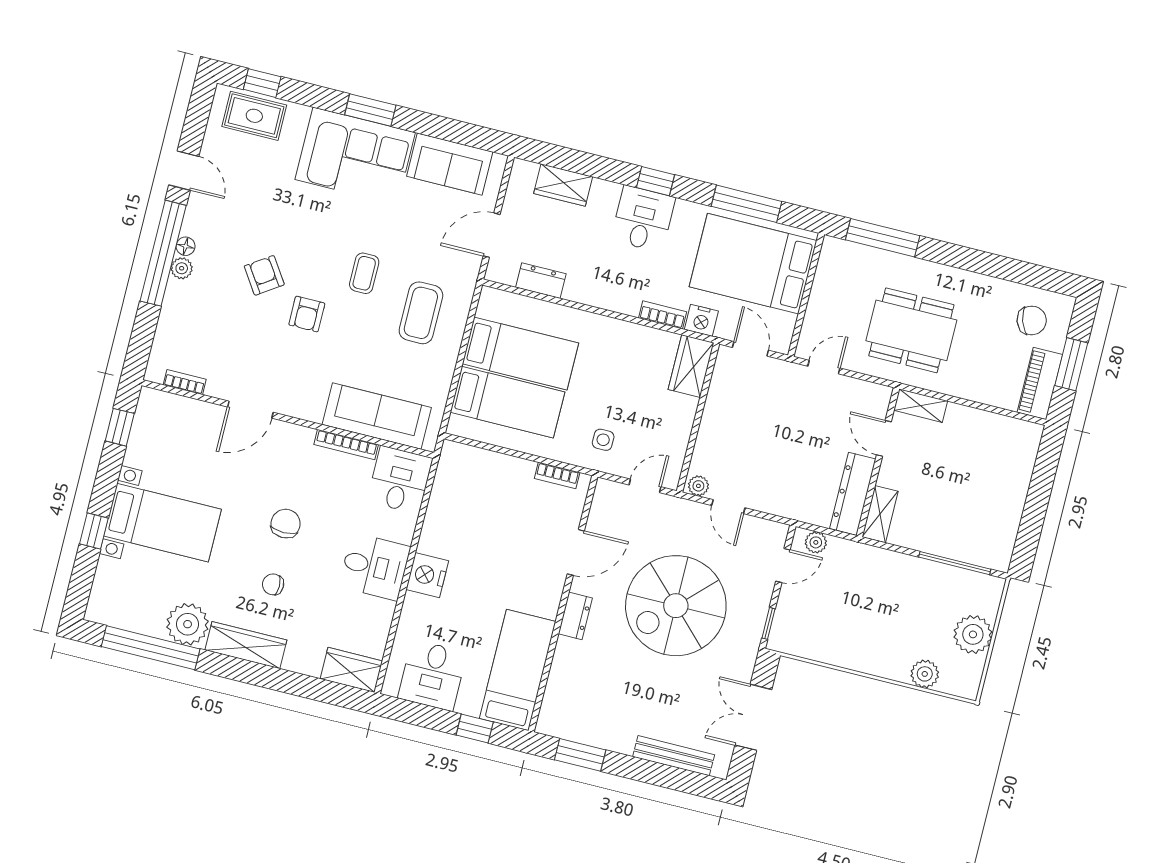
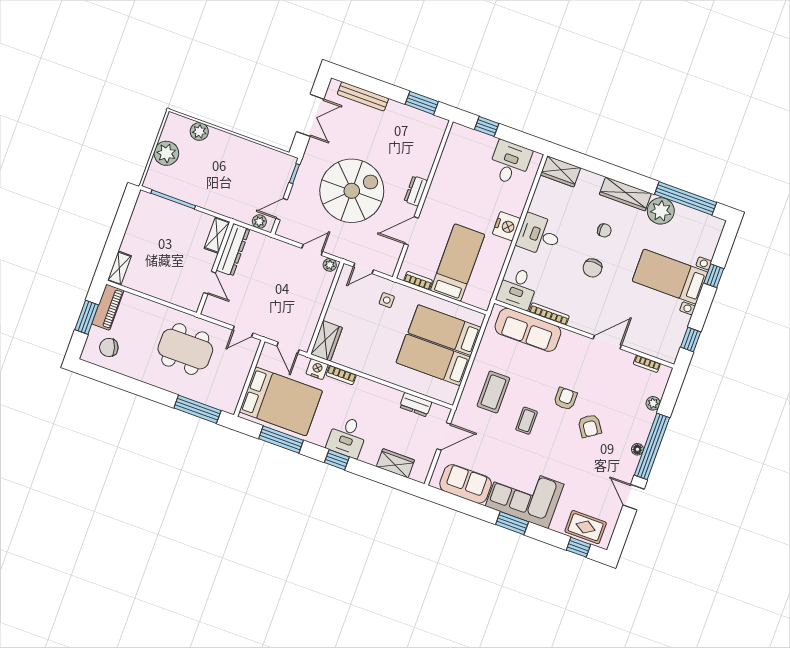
plant: (182, 268) -> (653, 403), moved
shelving: (921, 406) -> (119, 268), moved, turned 90
door: (728, 507) -> (312, 250), hinge flipped
bed: (518, 670) -> (458, 263), moved, turned 180

